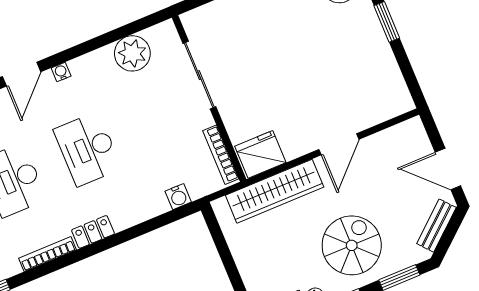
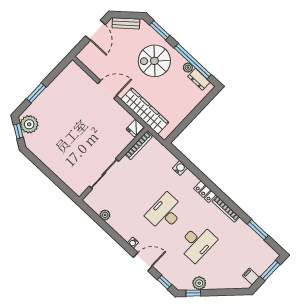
plant: (132, 53) -> (105, 215), width x0.53, depth x0.53
desk: (88, 149) -> (165, 213), turned 180
fridge: (260, 154) -> (135, 128), width x0.53, depth x0.75
water cooler: (178, 197) -> (180, 168), moved

